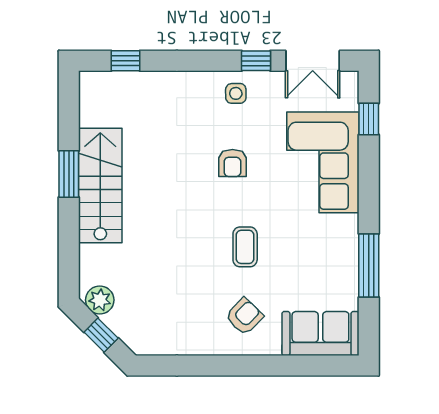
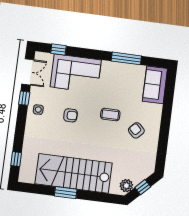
stairs: (100, 186) -> (74, 173), width x1.36, depth x1.51
armchair: (244, 316) -> (136, 130), moved

